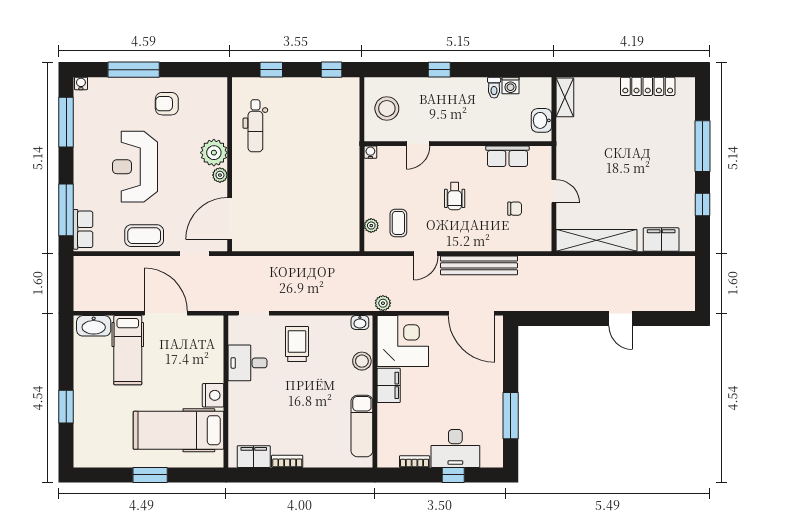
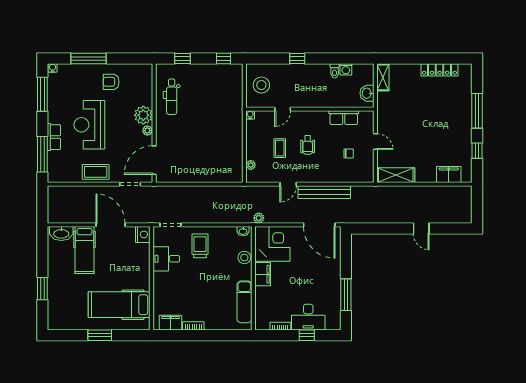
coffee table: (398, 223) -> (280, 148), moved
row of seats: (83, 229) -> (54, 137), moved
shelving: (596, 240) -> (396, 175), width x0.68
nightstand: (213, 395) -> (143, 234), moved

